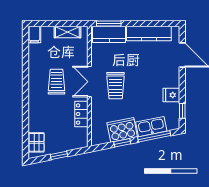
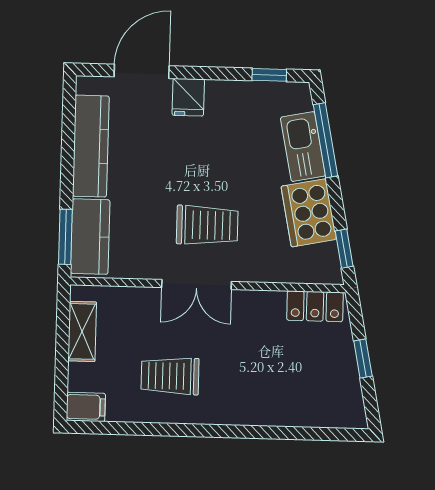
trolley: (57, 82) -> (170, 376), moved
fridge: (171, 95) -> (188, 97), moved
locker: (81, 114) -> (315, 306), moved
pallet: (37, 142) -> (332, 409), removed
window: (122, 143) -> (344, 249), moved

